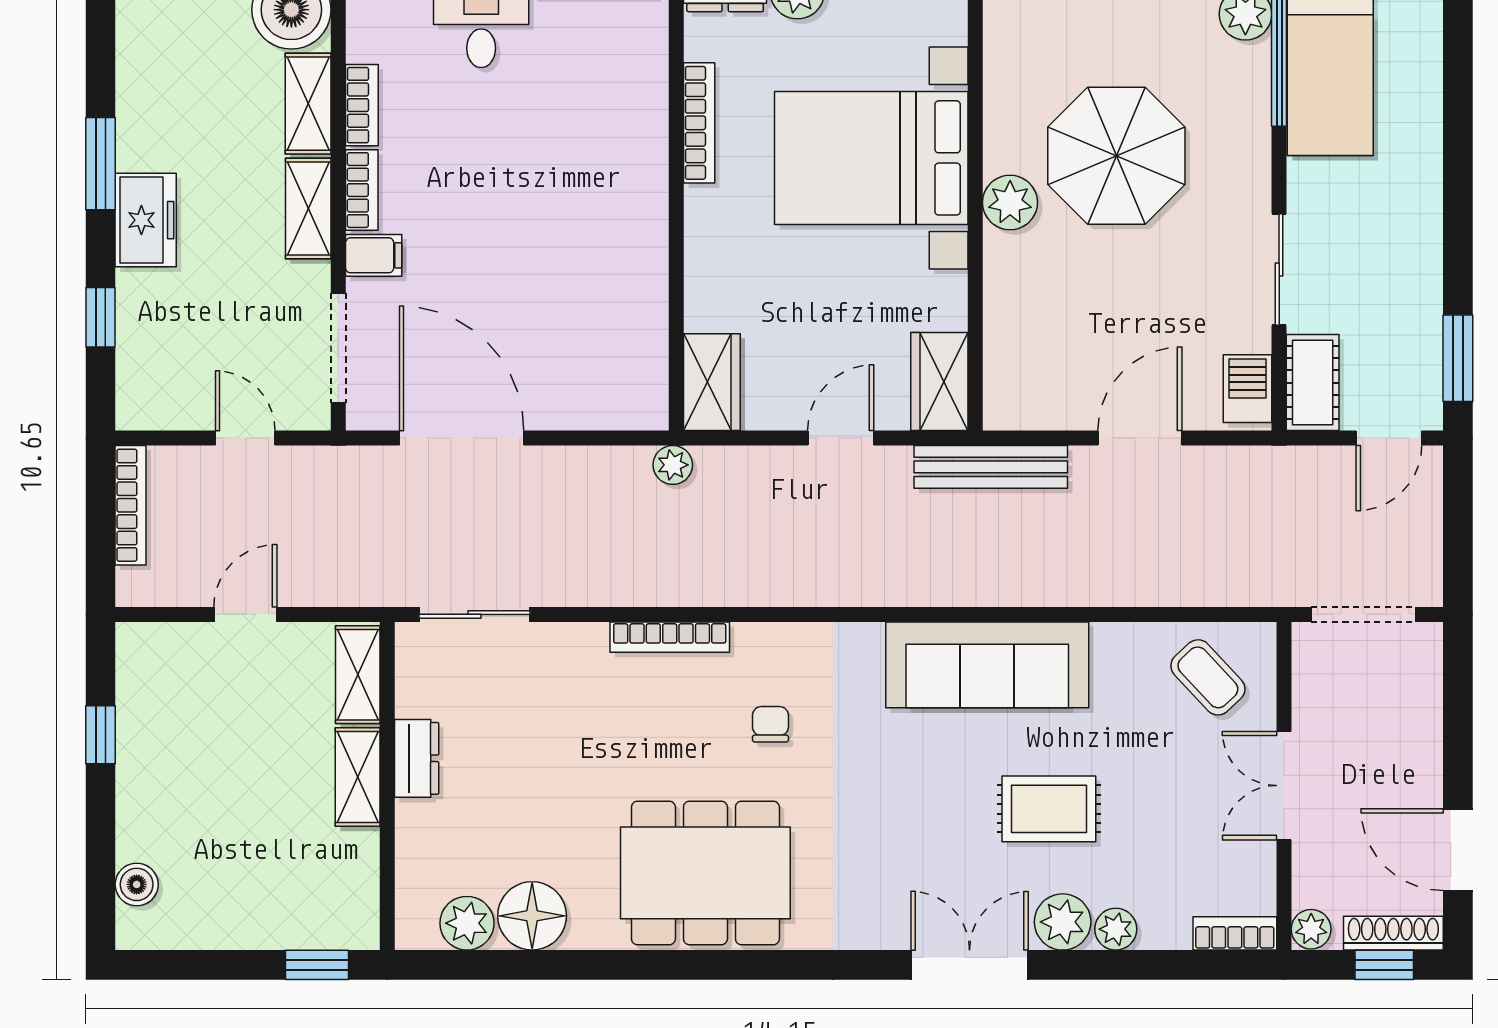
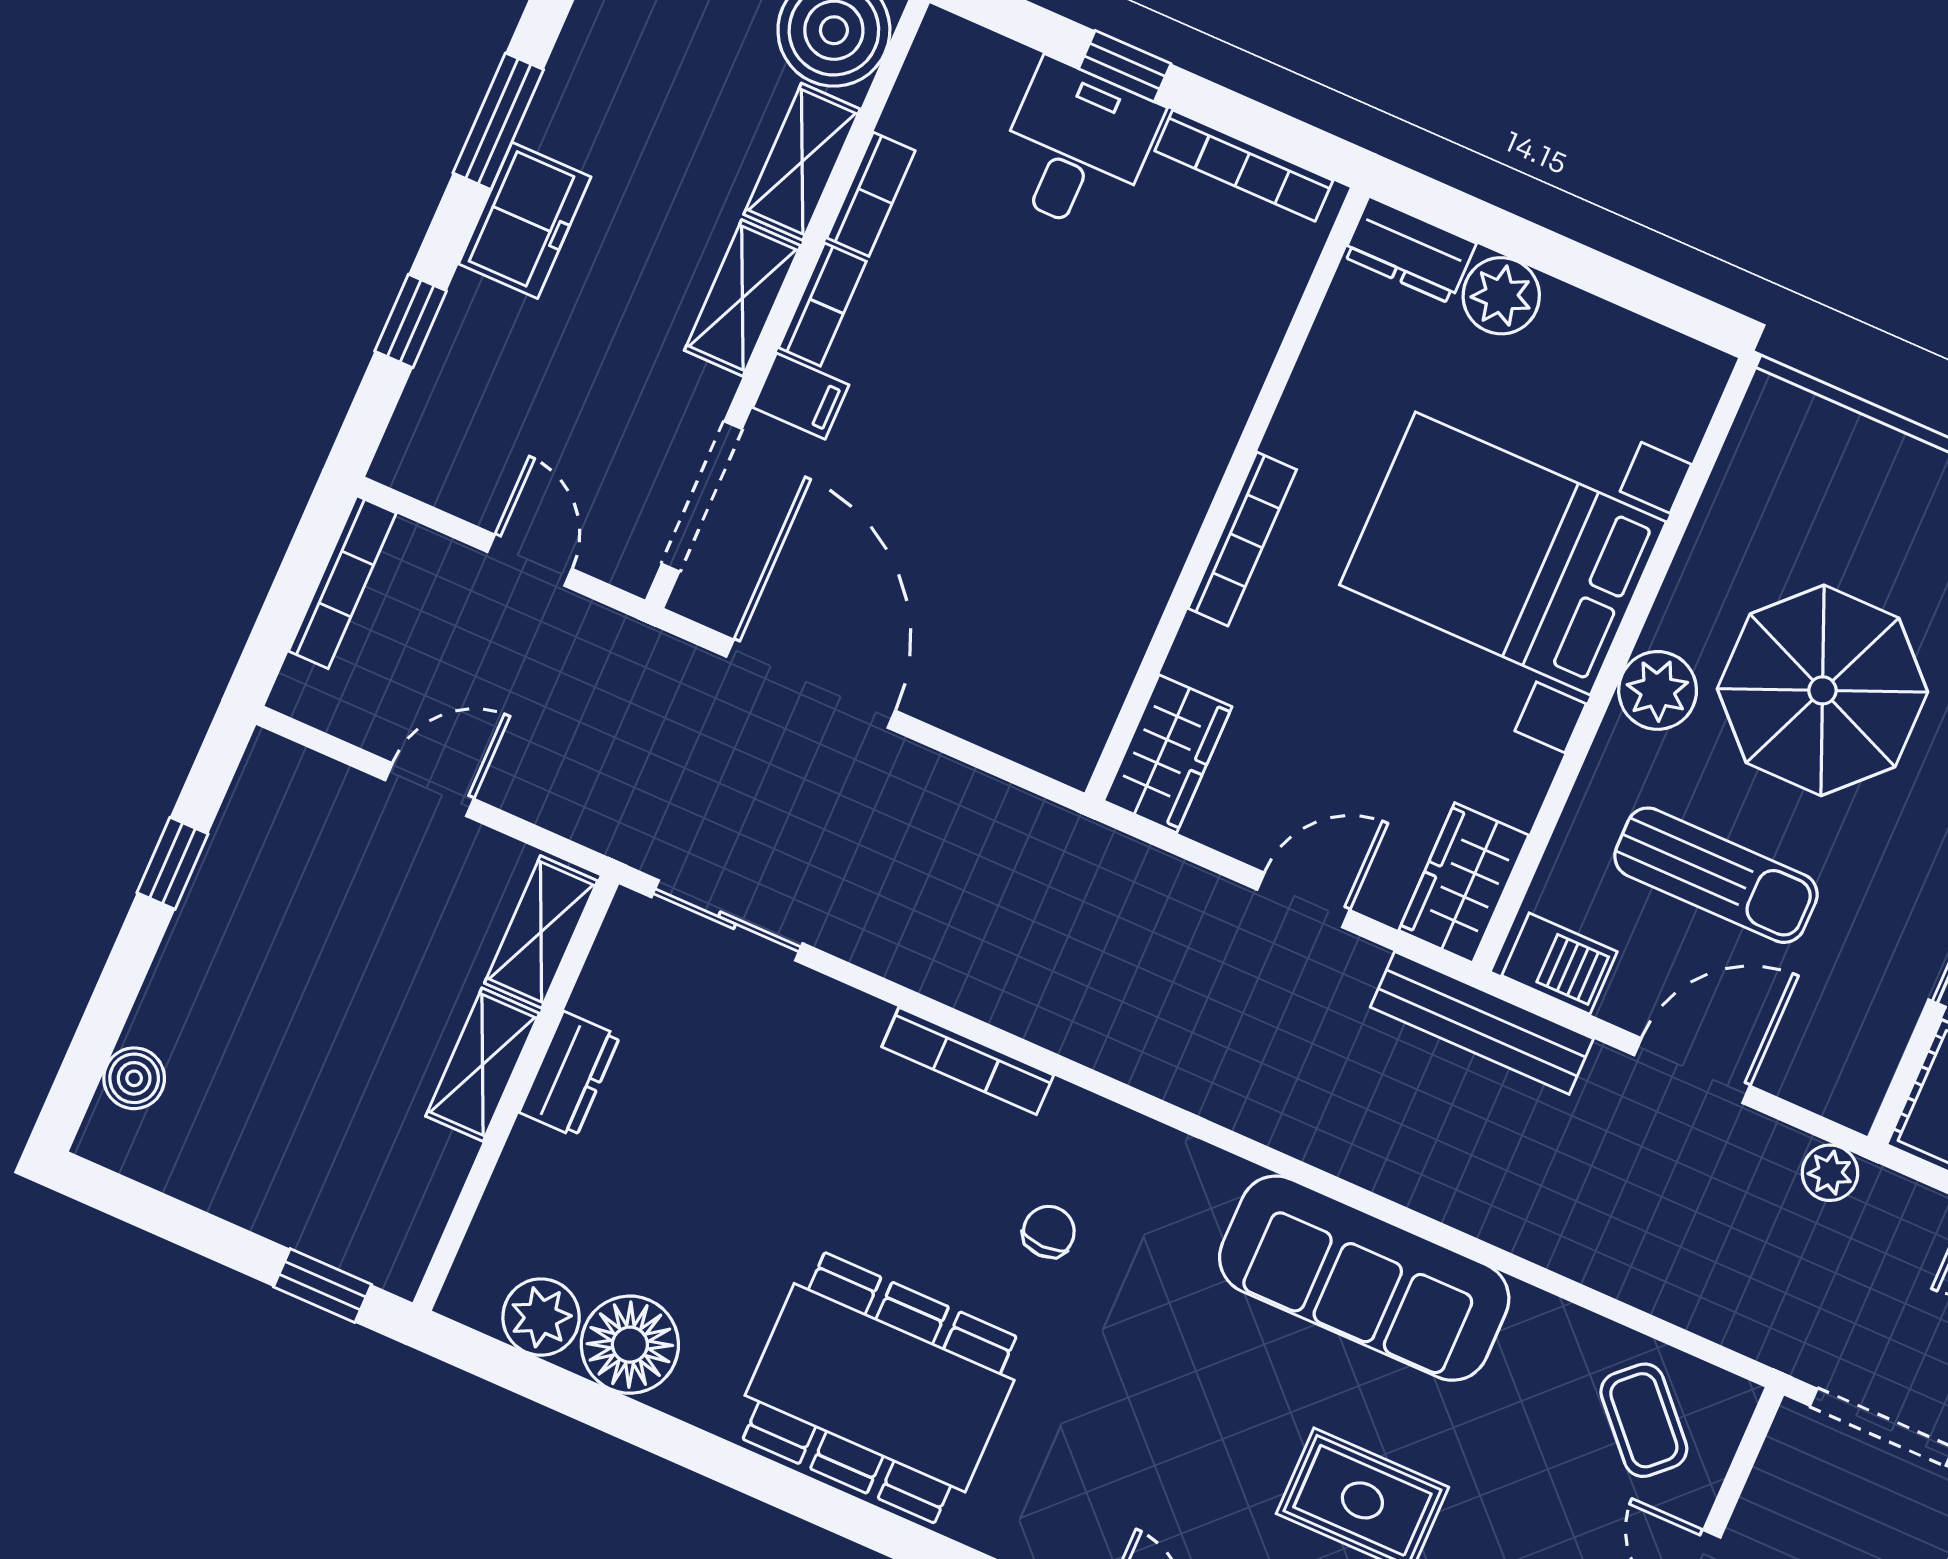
bookcase: (699, 123) -> (1242, 539), moved
sun lounger: (1100, 305) -> (1716, 875), added
barbecue: (1248, 389) -> (1559, 964), moved, turned 90
plant: (673, 465) -> (1830, 1173), moved

